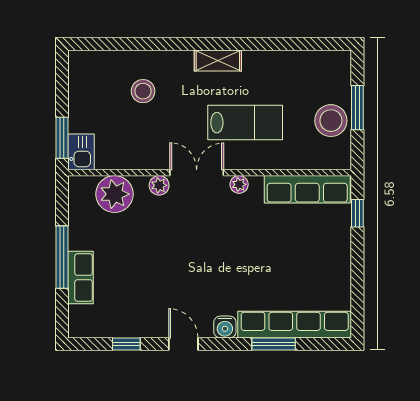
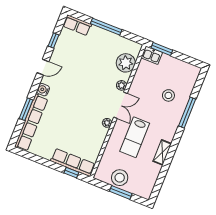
window: (161, 44) -> (187, 113), added
shelving: (218, 60) -> (162, 152), moved
row of seats: (307, 189) -> (73, 162), moved, turned 90
row of seats: (81, 278) -> (77, 25), moved

